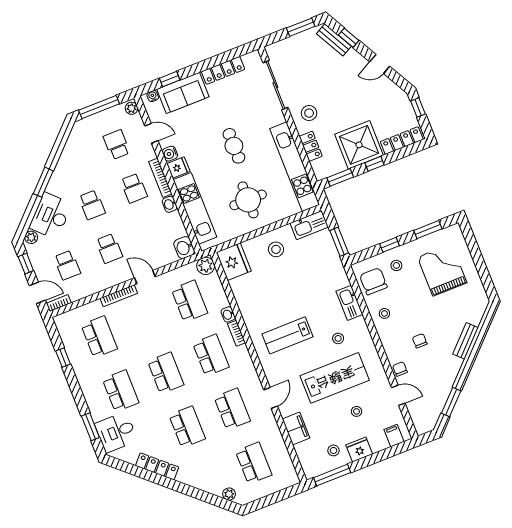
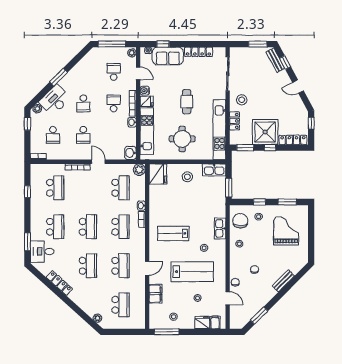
school desk: (134, 188) -> (114, 103), turned 180
door: (37, 293) -> (27, 145), removed
fridge: (359, 450) -> (202, 323), moved

